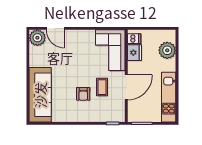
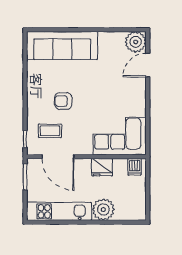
plant: (167, 50) -> (103, 209), moved
fridge: (134, 53) -> (102, 167), moved
coffee table: (102, 87) -> (50, 131), moved
door: (126, 87) -> (58, 157), moved

